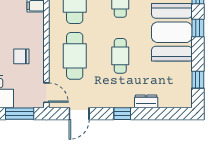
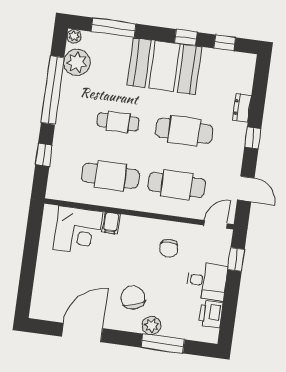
window: (198, 28) -> (186, 38), moved
cafe table: (120, 56) -> (184, 131), width x1.37, depth x1.35
window: (20, 114) -> (236, 259), width x0.67

